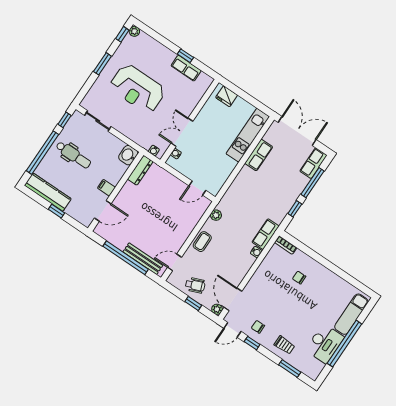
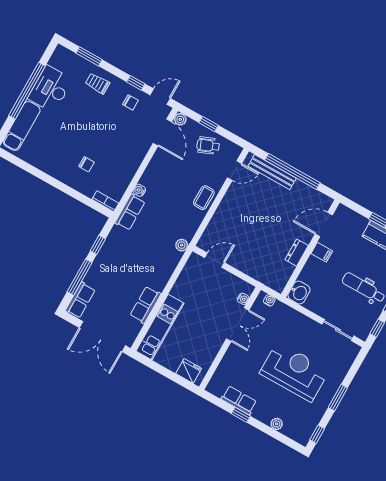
plant: (134, 31) -> (277, 424), moved
dresser: (140, 170) -> (297, 253), moved, width x0.70
plant: (216, 215) -> (182, 245), moved

